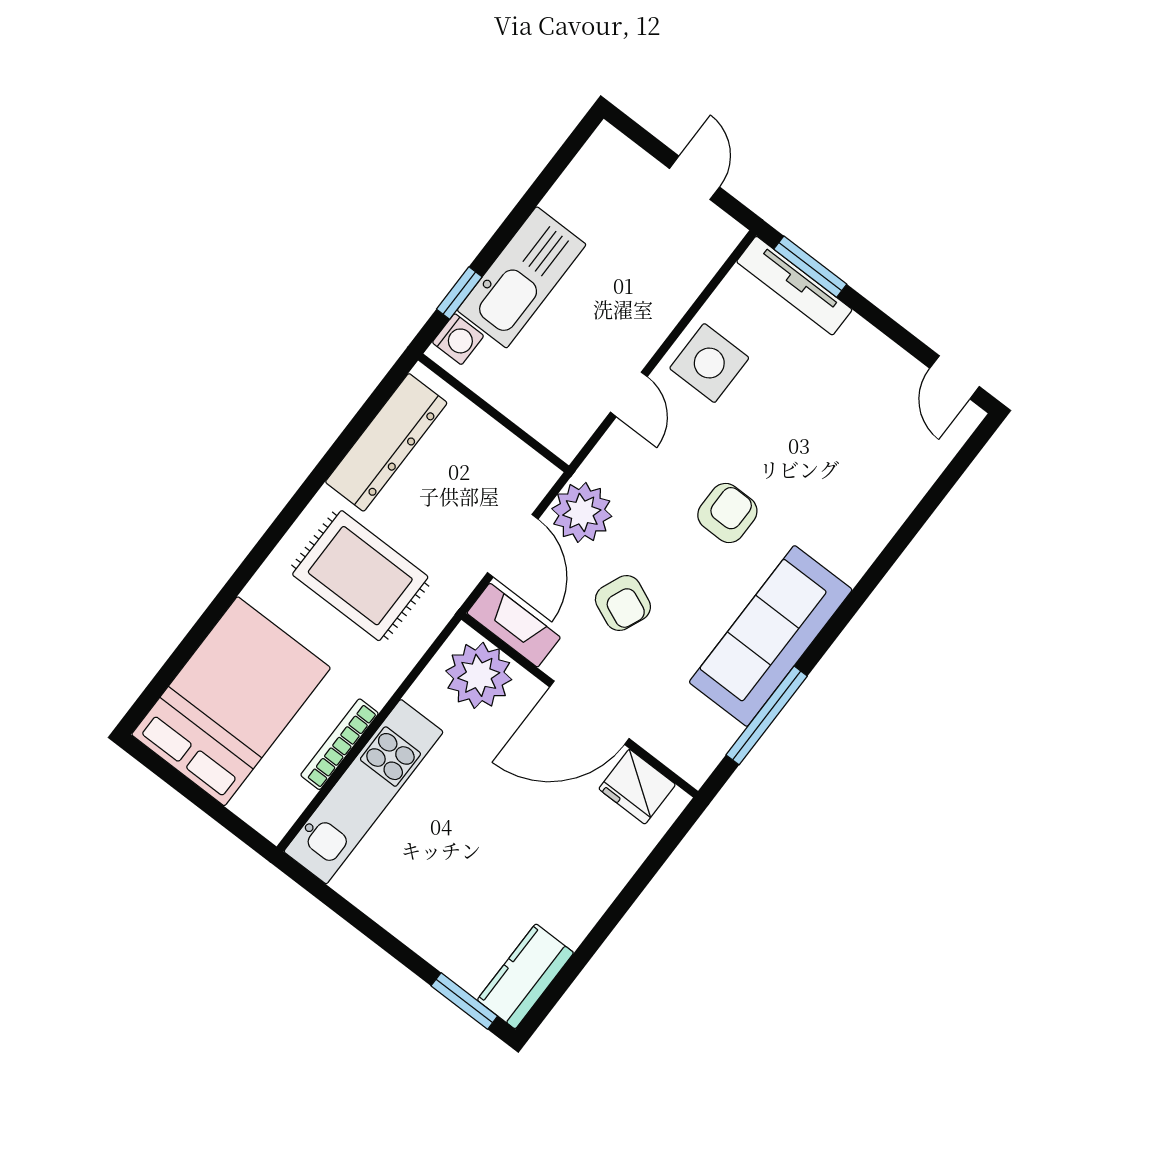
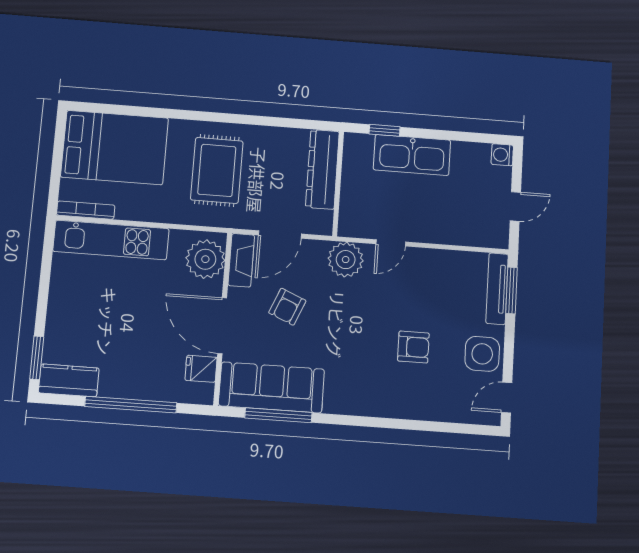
washing machine: (458, 339) -> (502, 155), moved, turned 90
side table: (709, 363) -> (482, 354), moved
dresser: (386, 442) -> (322, 169), moved, turned 90
plant: (582, 512) -> (346, 260), moved
armchair: (727, 513) -> (413, 347), moved
sofa: (771, 636) -> (272, 387), moved
bookcase: (339, 744) -> (86, 210), moved
fridge: (637, 787) -> (201, 369), width x0.72
window: (616, 912) -> (131, 405), added

